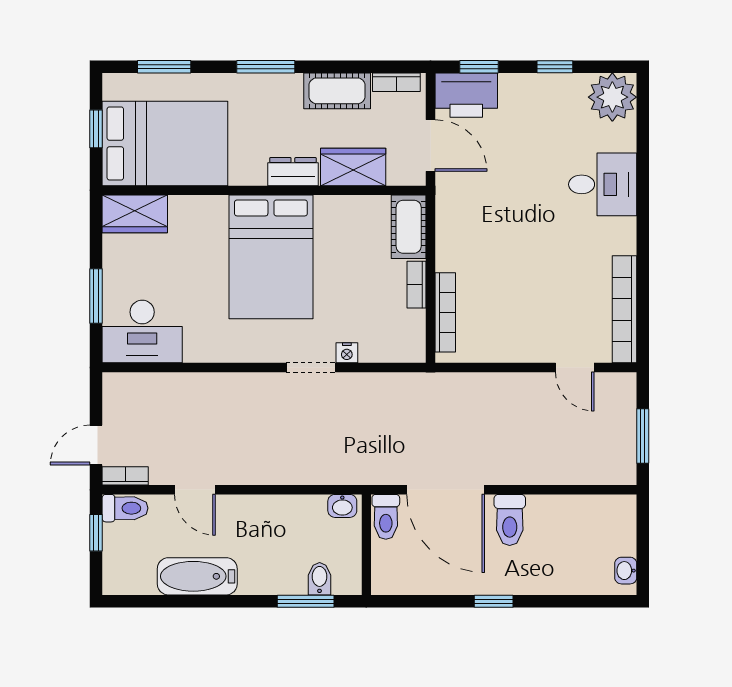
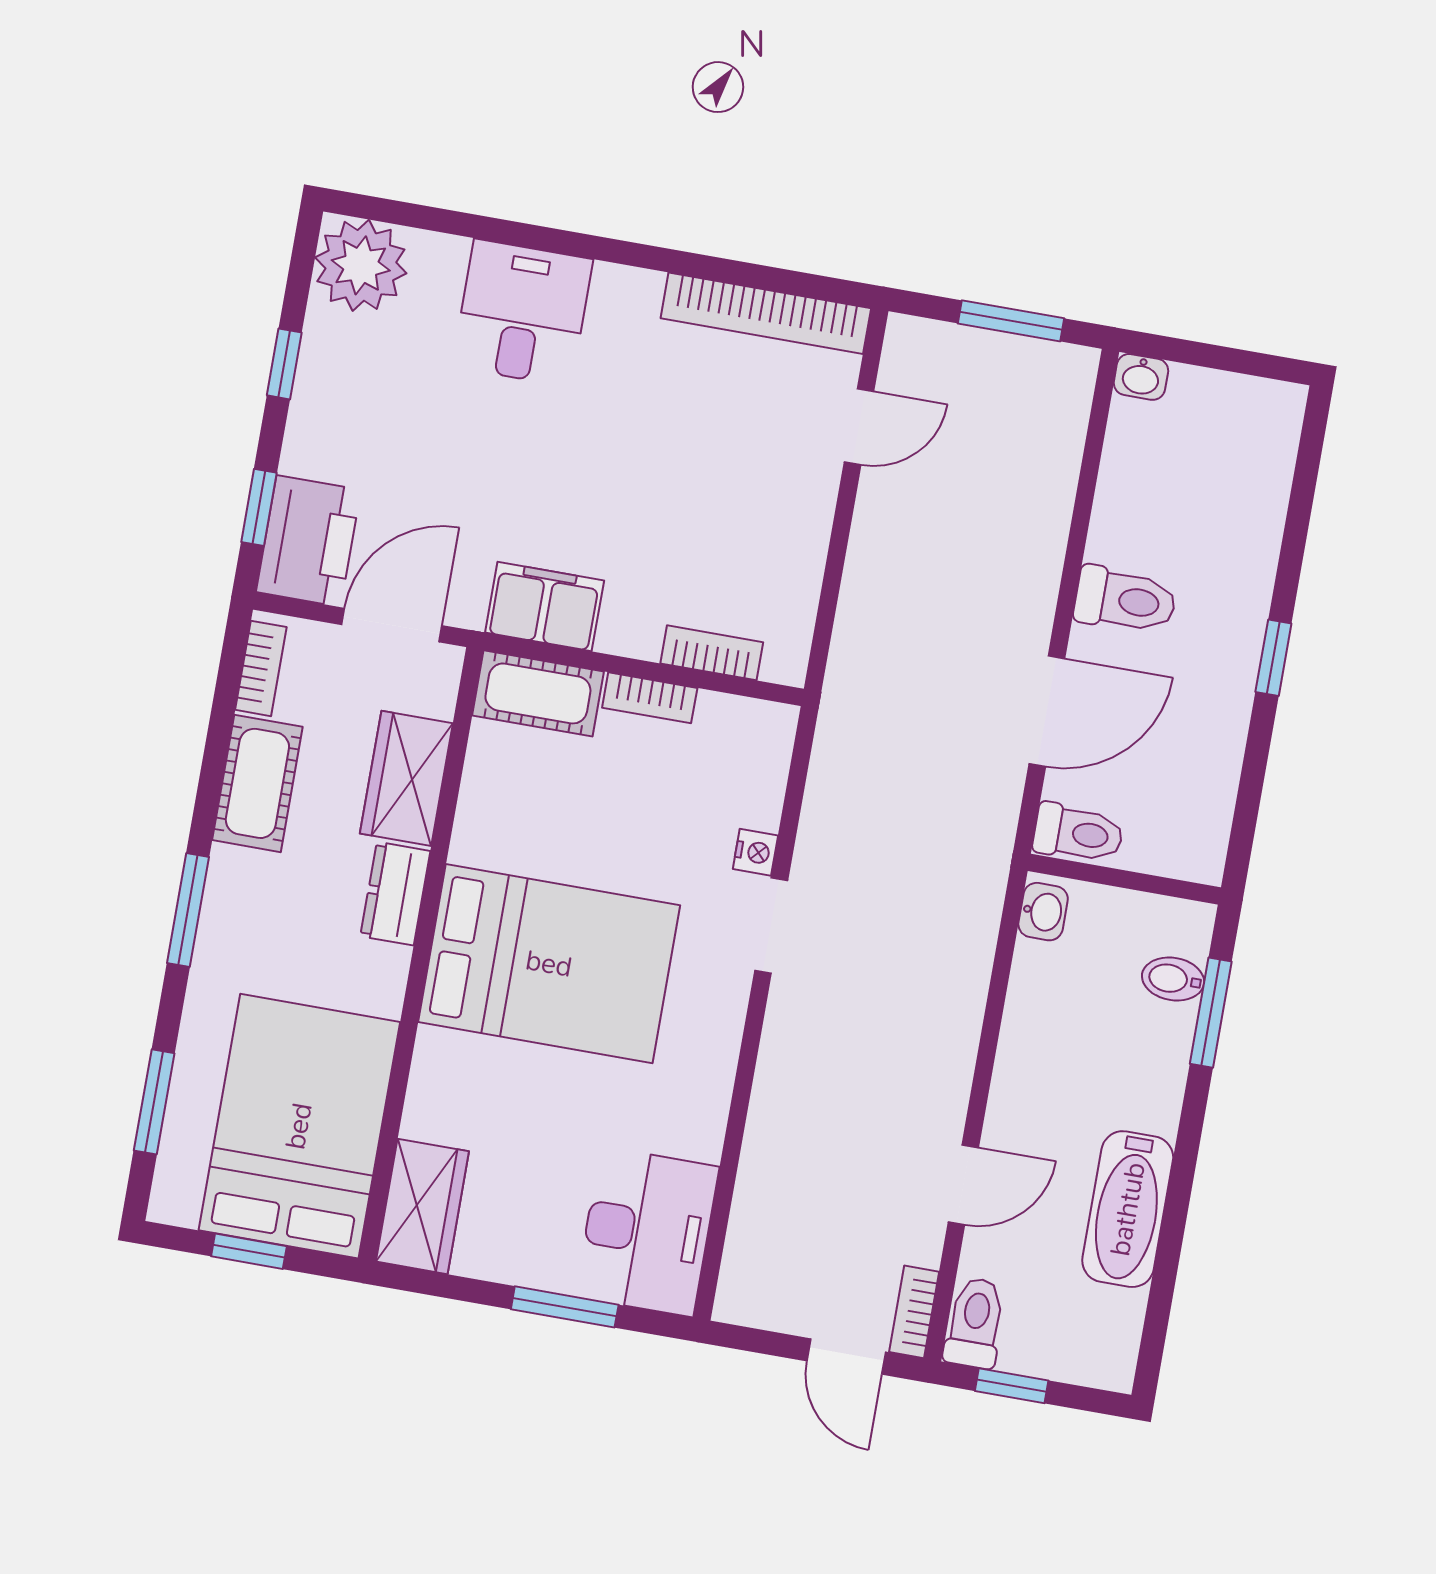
filing cabinet: (454, 222) -> (545, 607), added
bookcase: (445, 312) -> (712, 653), width x0.64
door: (446, 490) -> (1047, 711), width x0.73
washbasin: (626, 571) -> (1141, 377), moved

